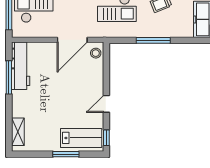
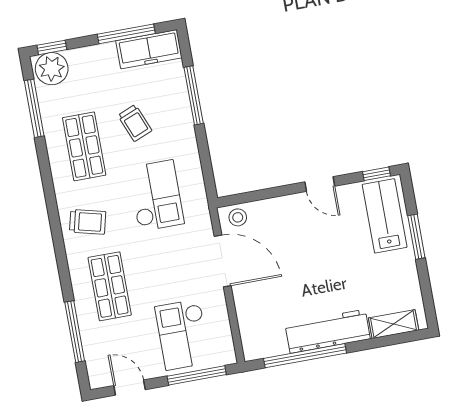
window: (153, 40) -> (194, 95), moved
workbench: (21, 66) -> (328, 331), moved
window: (9, 77) -> (305, 356), width x1.46

